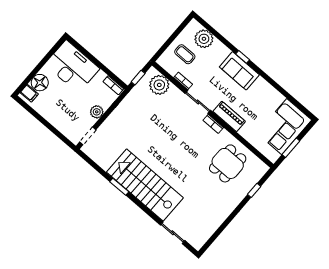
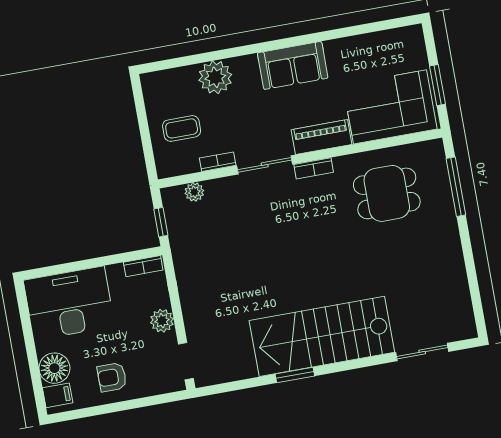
plant: (204, 39) -> (215, 77), moved
window: (243, 57) -> (252, 49), removed
sofa: (239, 71) -> (293, 65), moved
plant: (159, 85) -> (194, 192), width x0.53, depth x0.53
armchair: (56, 110) -> (112, 377), added
corner sofa: (284, 127) -> (390, 107), moved, turned 90
dining table: (228, 163) -> (387, 193), turned 90
window: (254, 190) -> (456, 187), width x2.17

